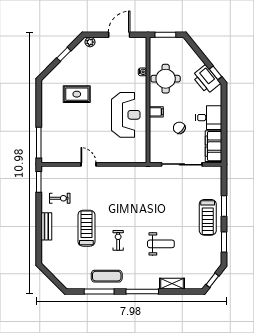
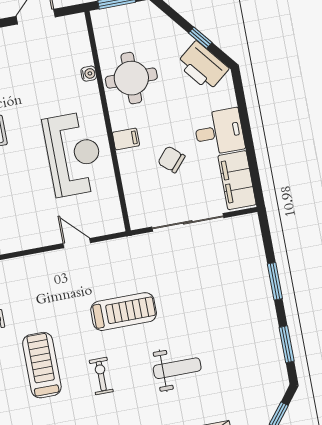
window: (215, 73) -> (200, 38), moved
door: (88, 164) -> (77, 243), moved
treadmill: (208, 217) -> (124, 312), moved, turned -90

